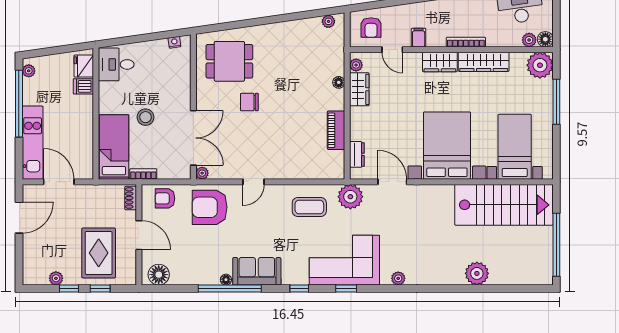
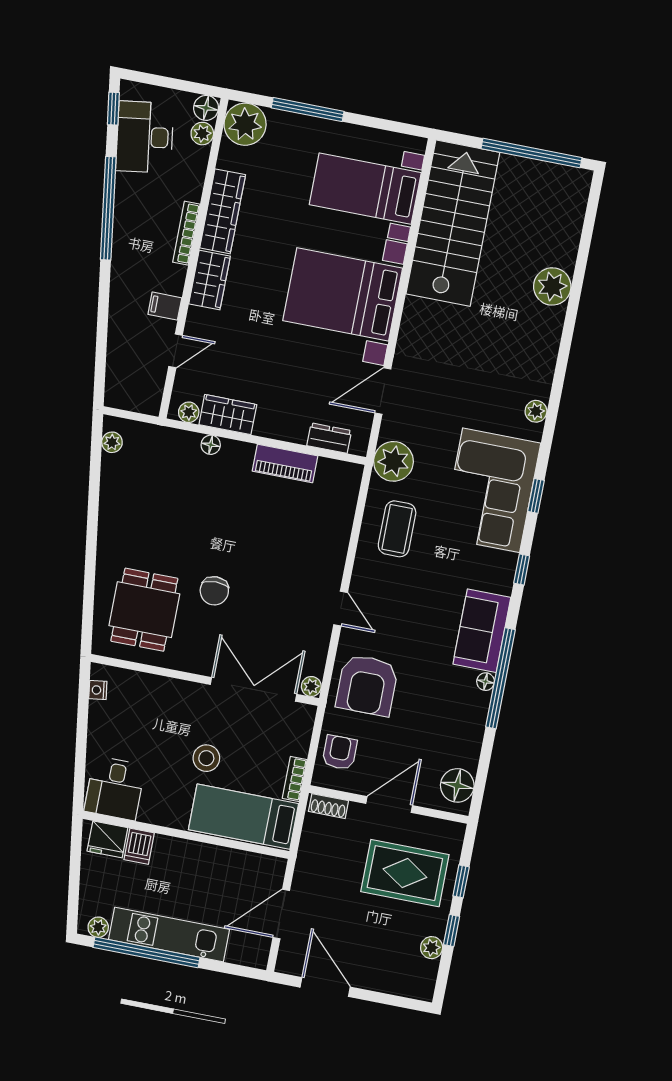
armchair: (371, 28) -> (135, 377), removed
kitchen unit: (33, 143) -> (169, 935), moved
armchair: (165, 198) -> (340, 752), turned 180

